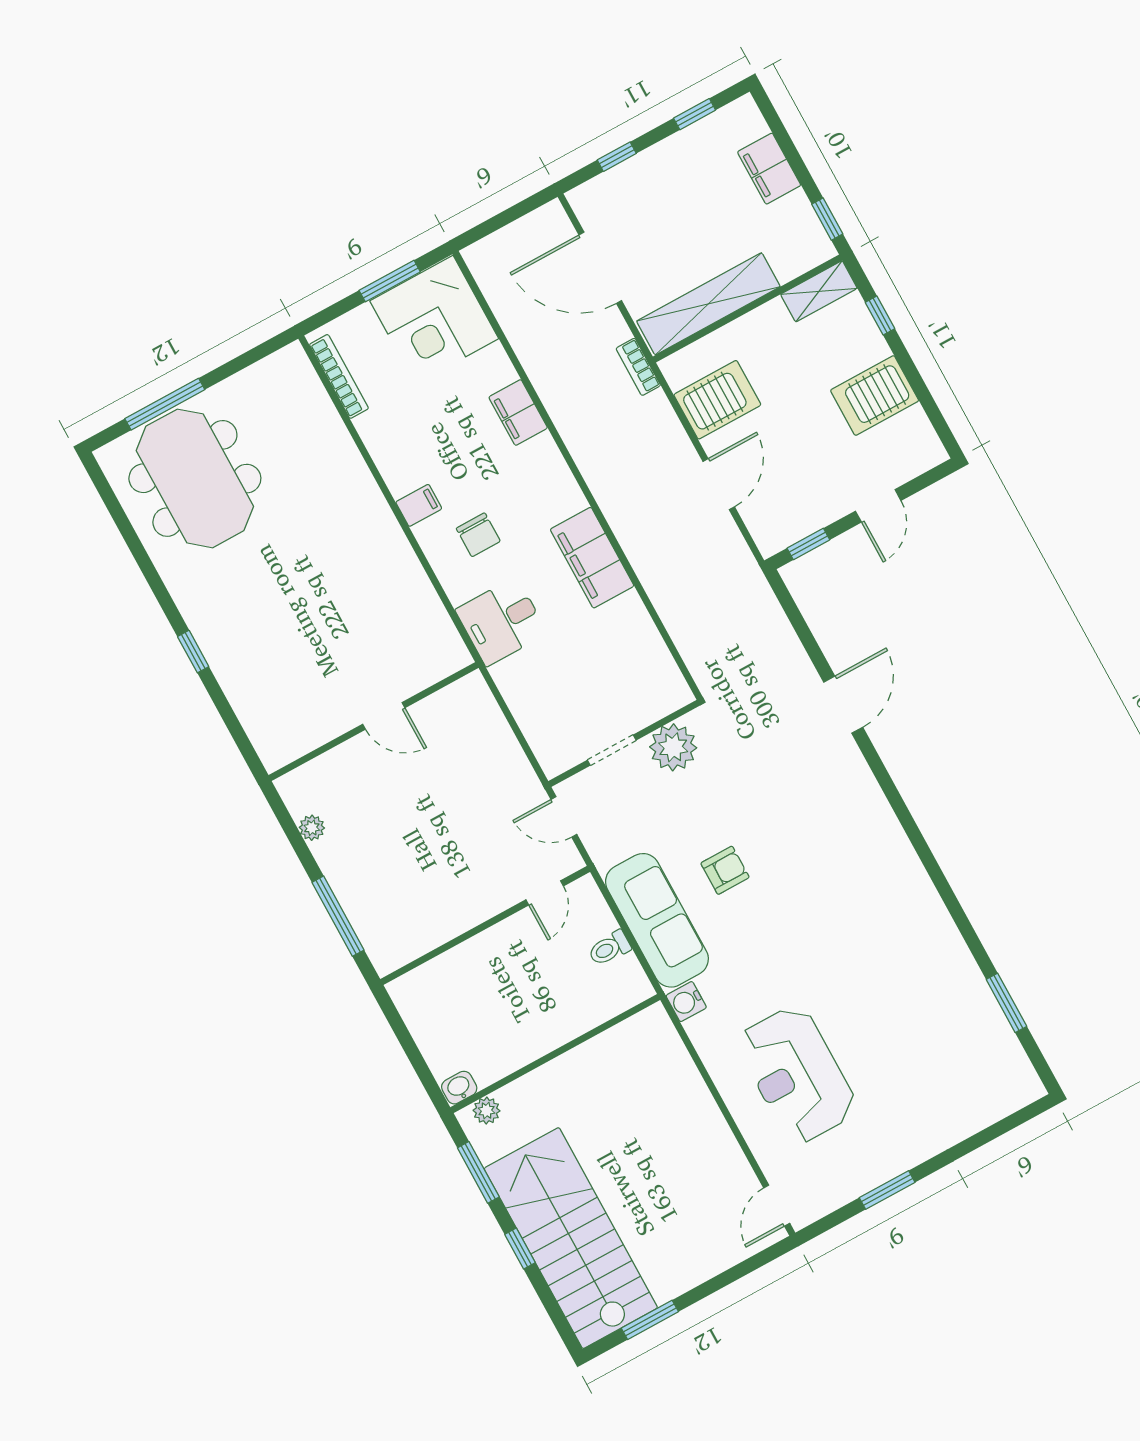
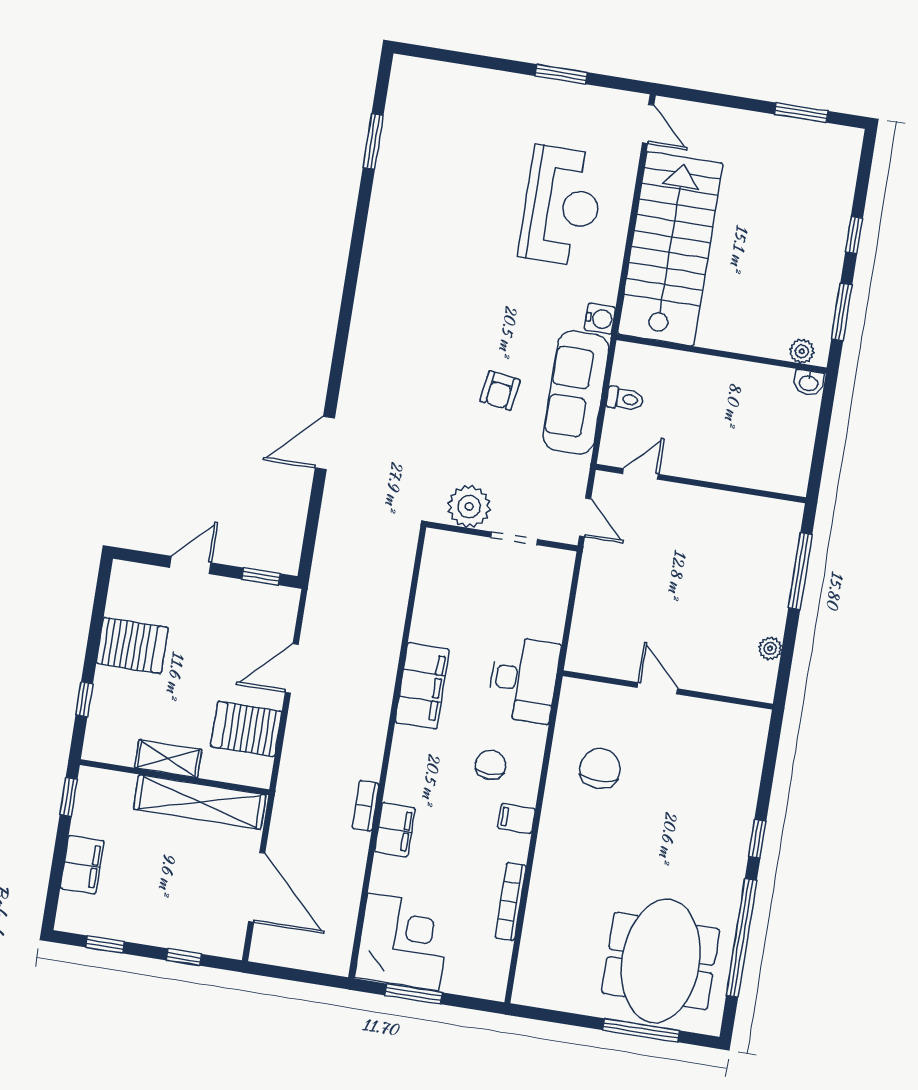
shelving: (819, 291) -> (168, 759), moved
bookcase: (638, 367) -> (366, 806), moved, turned 180
bookcase: (339, 376) -> (511, 902), moved
window: (140, 554) -> (741, 938), added
chair: (379, 606) -> (600, 768), added
desk: (501, 622) -> (524, 680), width x1.37
armchair: (725, 870) -> (500, 391), turned -82
door: (777, 1206) -> (648, 124), hinge flipped
stairs: (571, 1238) -> (670, 249), moved, turned 180

